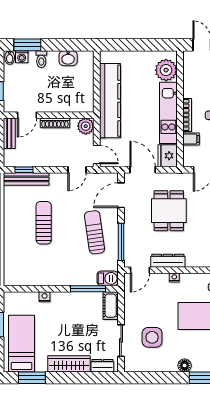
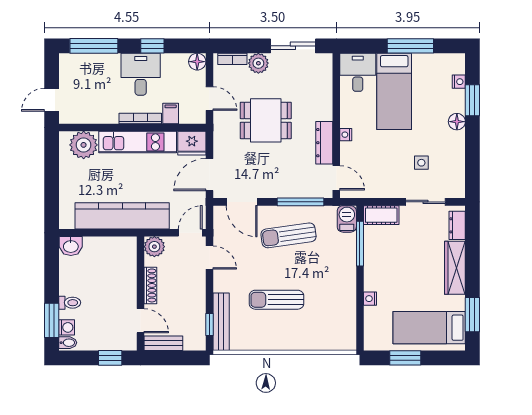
washbasin: (68, 58) -> (71, 246), moved, turned 90
dining table: (169, 211) -> (266, 120), moved
side table: (152, 337) -> (421, 163), width x0.54, depth x0.54

